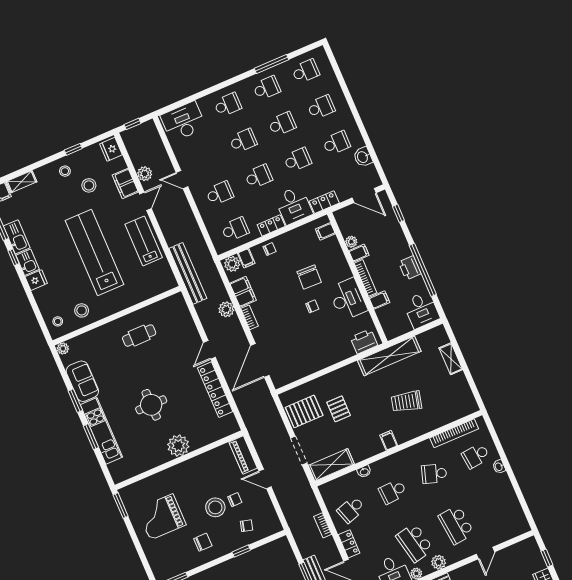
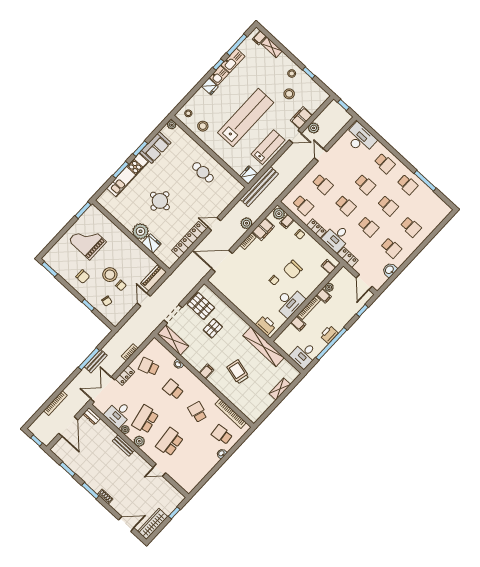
school desk: (306, 71) -> (430, 206), removed
fridge: (111, 149) -> (249, 175), moved
fridge: (200, 439) -> (151, 244), added

